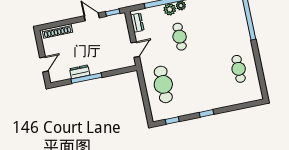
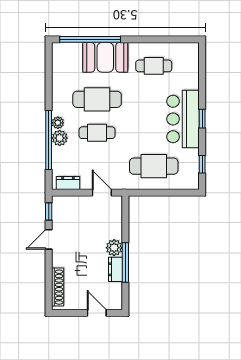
cafe table: (205, 31) -> (97, 99), added
booth: (238, 31) -> (105, 57), added
plant: (96, 67) -> (114, 248), added
bar counter: (203, 99) -> (183, 119), added

